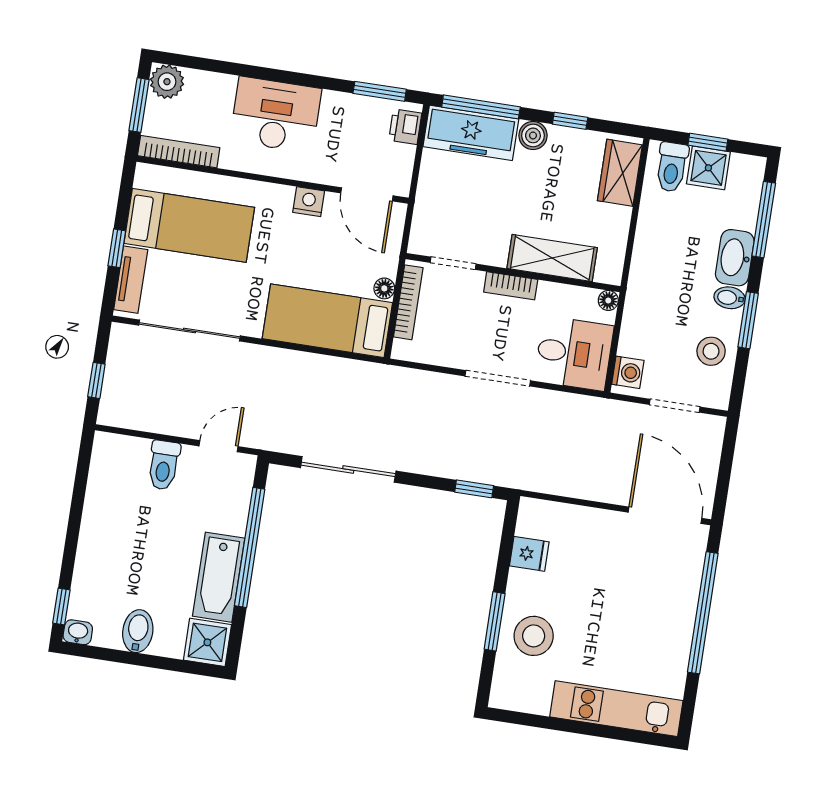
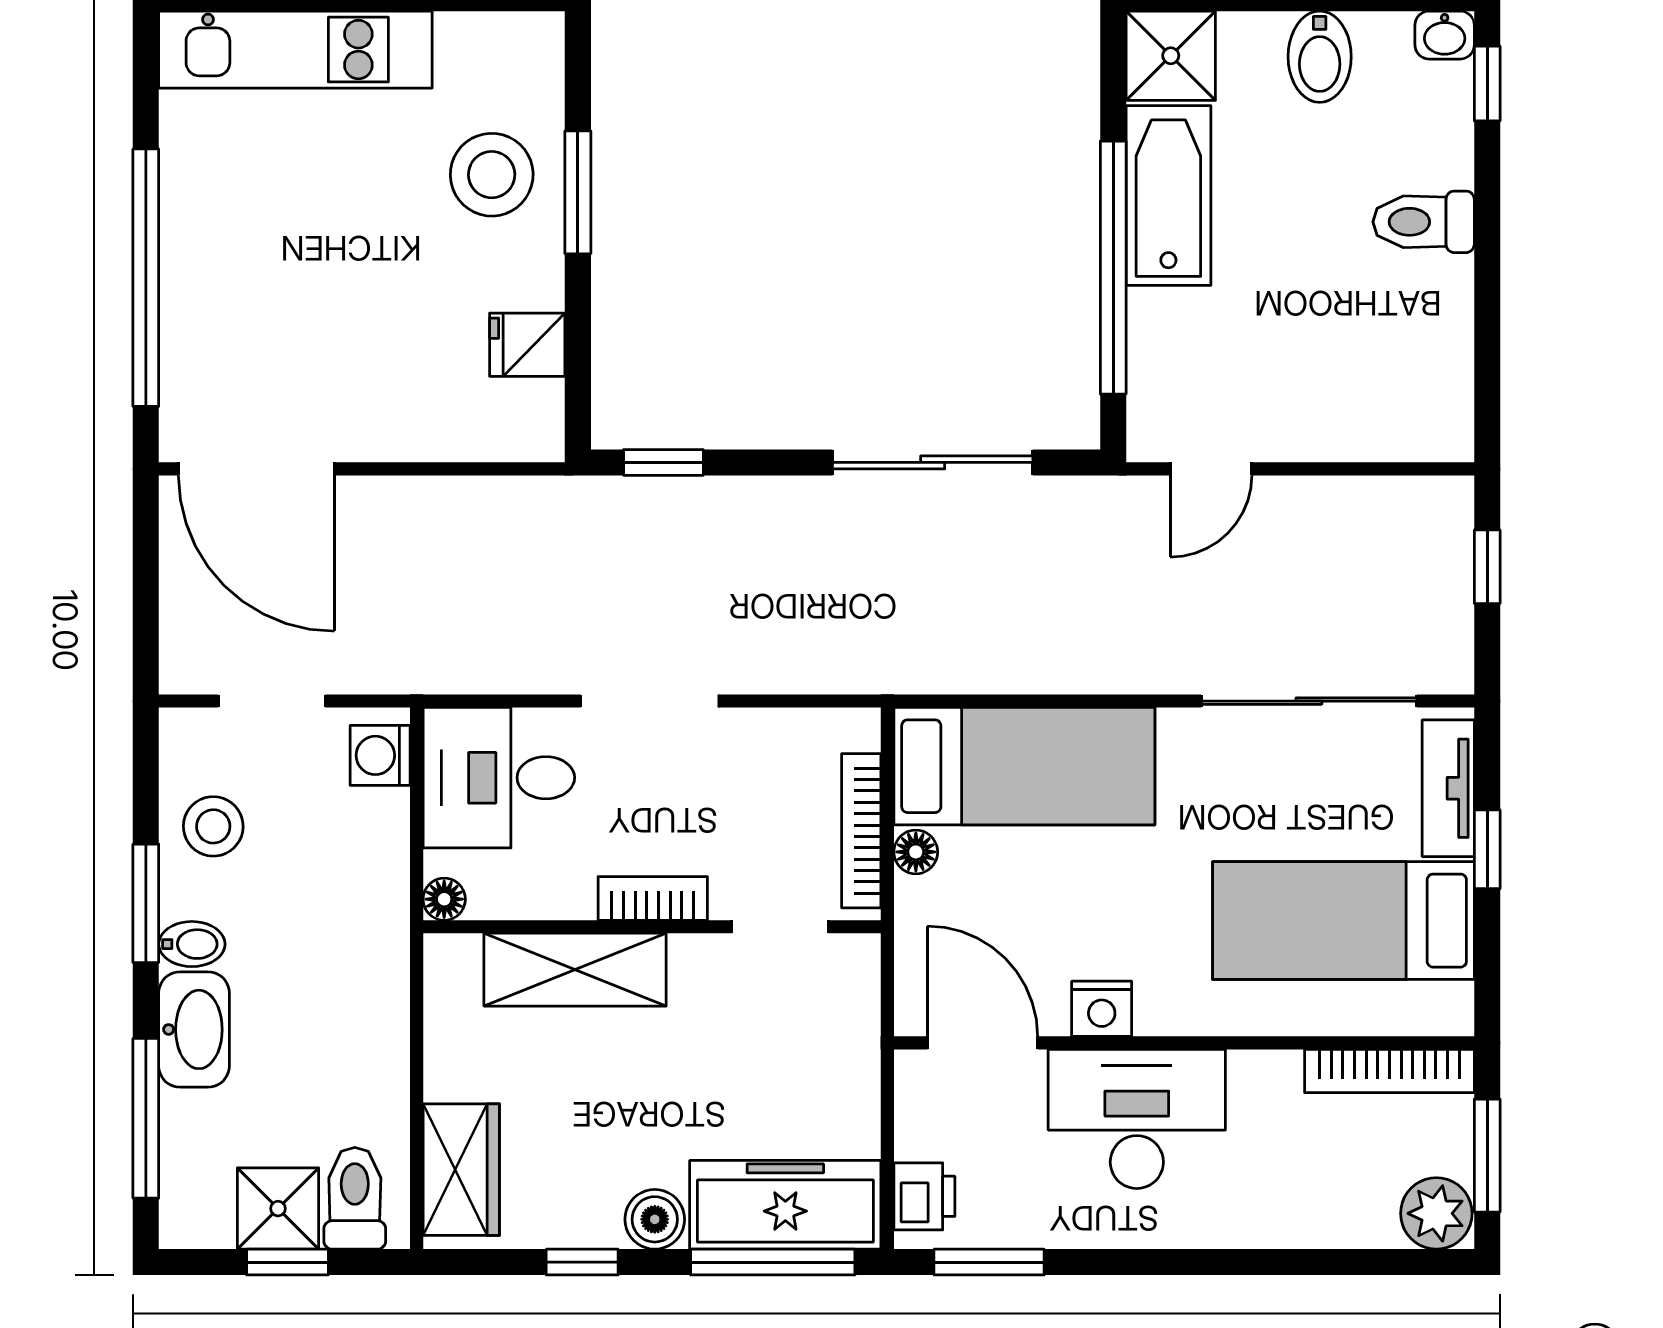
desk: (276, 115) -> (1137, 1119), moved, turned 180
toilet: (164, 465) -> (1424, 222), moved, turned -90

